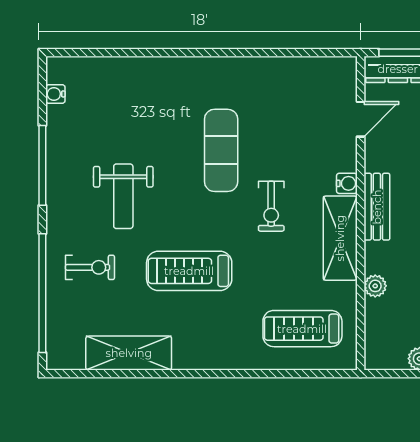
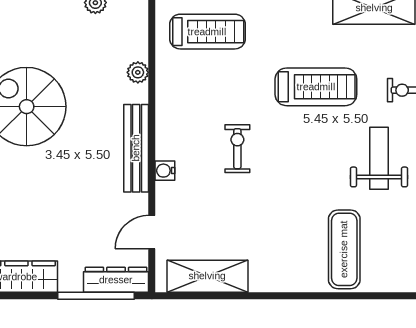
exercise mat: (221, 150) -> (344, 249), moved
bench: (377, 207) -> (136, 148), width x1.36
shelving: (340, 238) -> (207, 276), moved, turned 90

